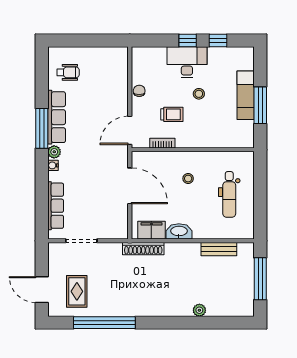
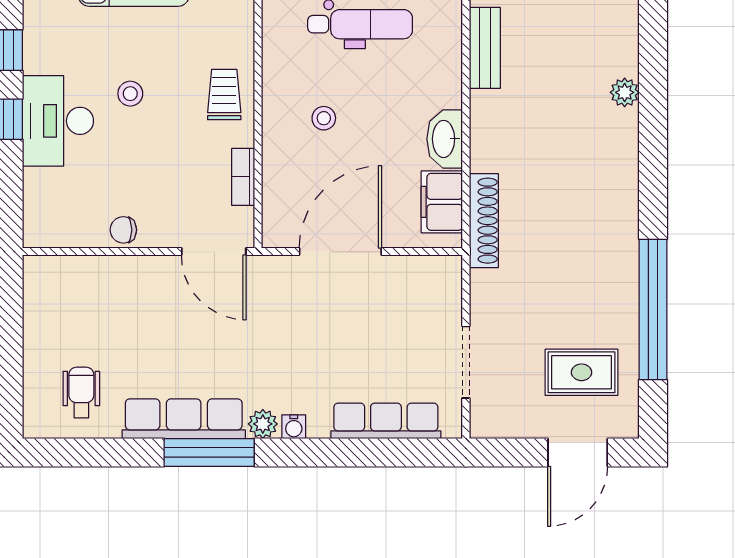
trolley: (172, 114) -> (224, 94), moved

